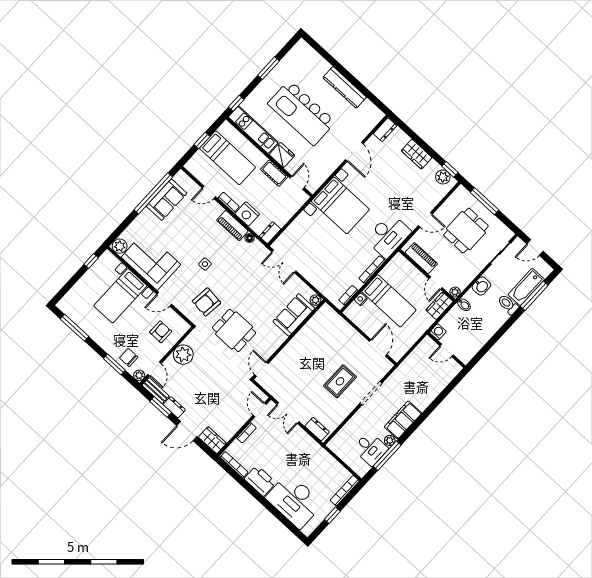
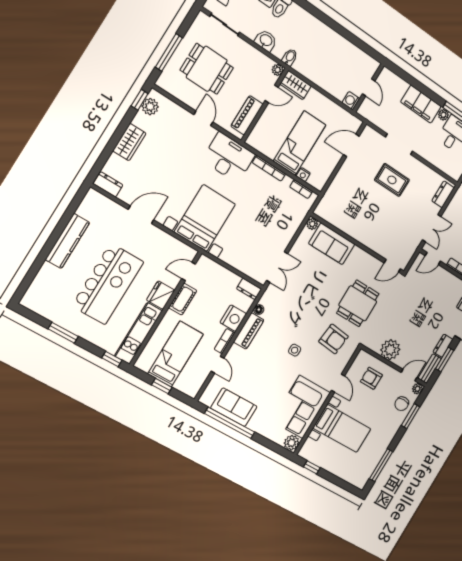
washing machine: (438, 332) -> (351, 101), moved
wall: (446, 350) -> (368, 88), moved
door: (447, 350) -> (369, 87), moved

